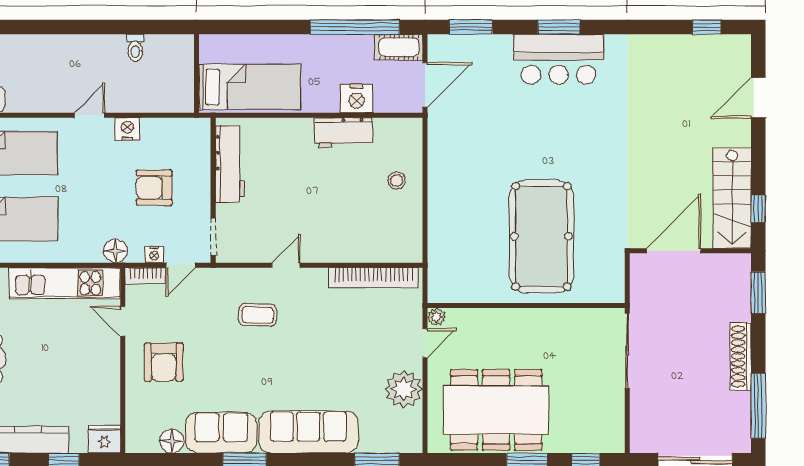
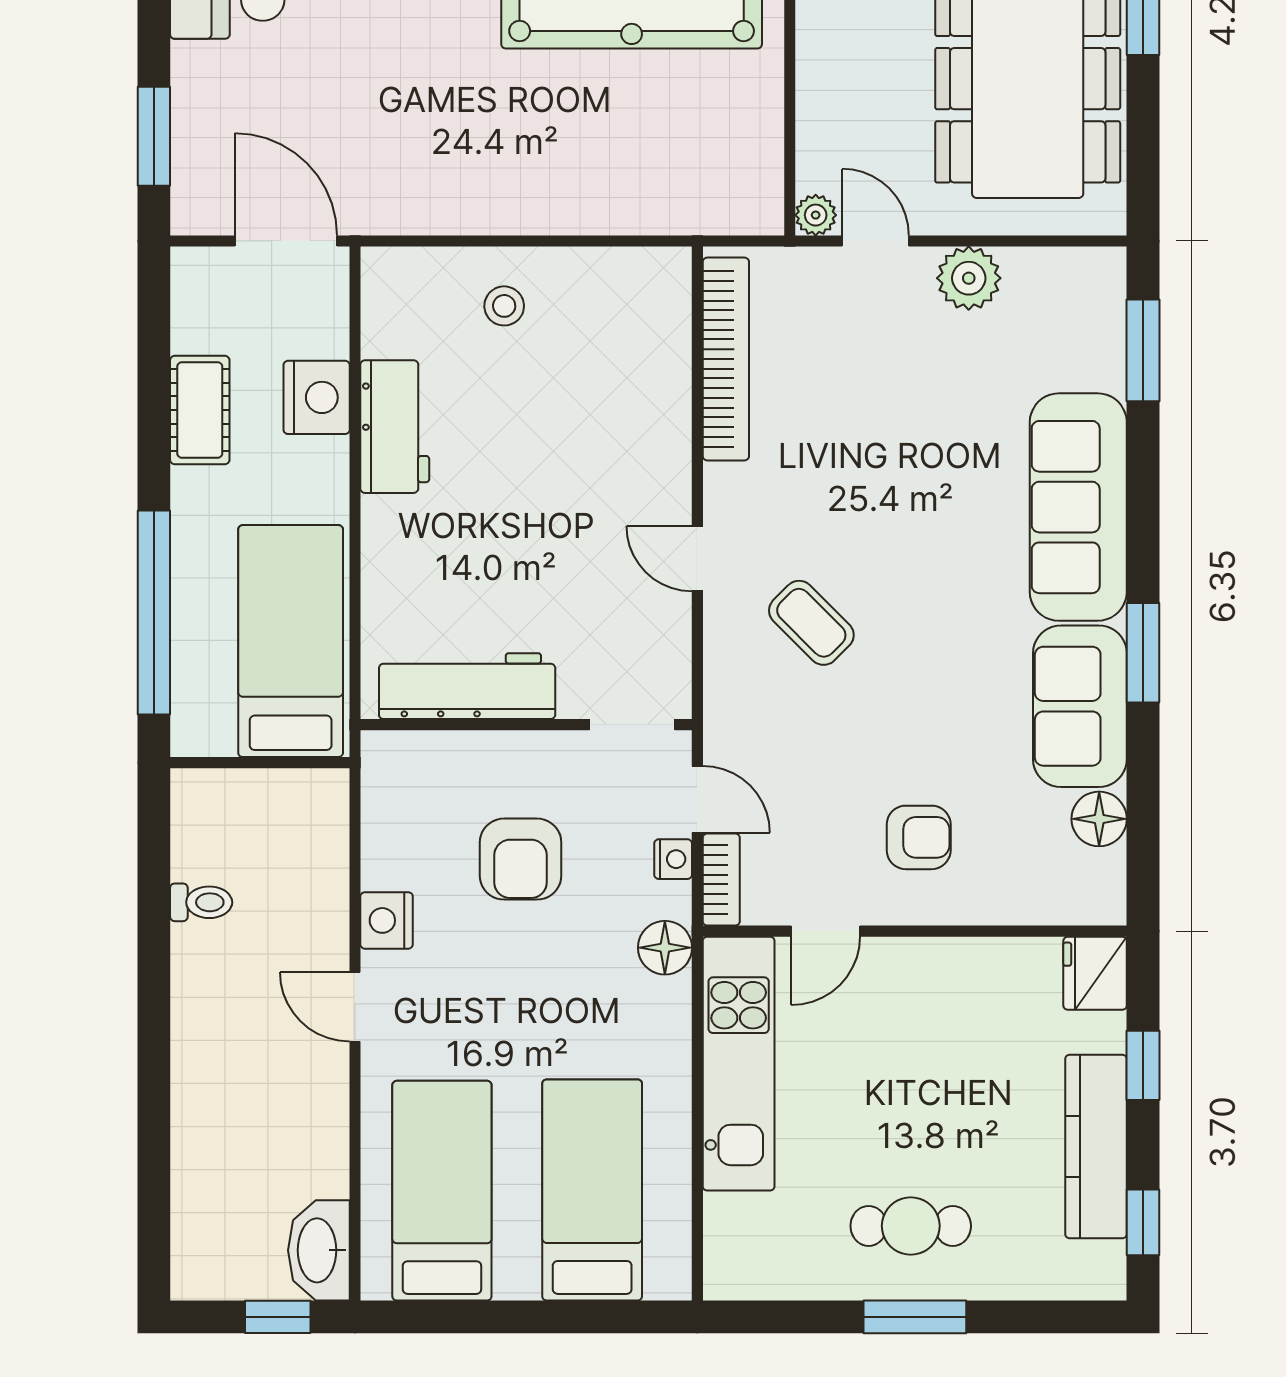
window: (355, 27) -> (154, 613), moved
cot: (399, 47) -> (200, 410), moved
coffee table: (258, 315) -> (811, 623), turned -47
armchair: (164, 362) -> (919, 837), width x0.72, depth x0.72
plant: (404, 389) -> (969, 278), width x0.73, depth x0.73

